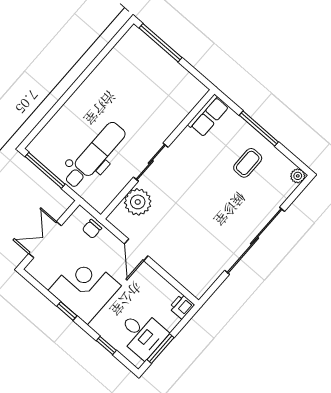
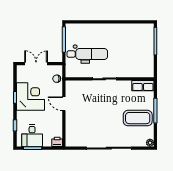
coffee table: (248, 163) -> (138, 118), width x1.86, depth x1.72
plant: (138, 202) -> (84, 88), removed
door: (136, 250) -> (64, 104), hinge flipped

